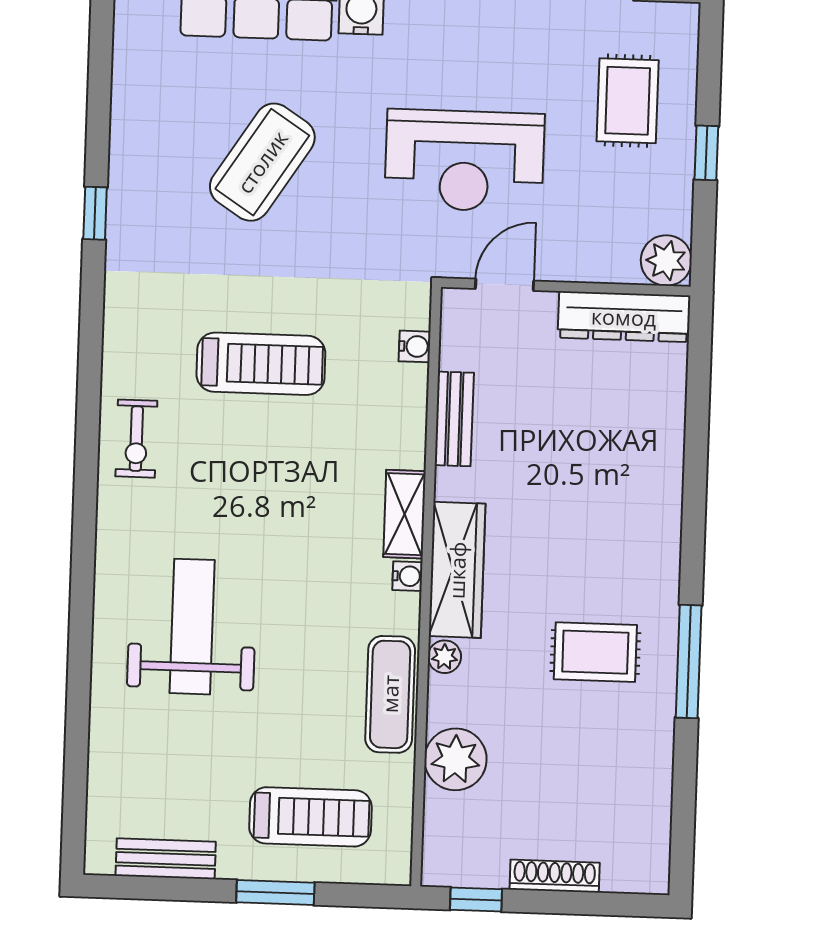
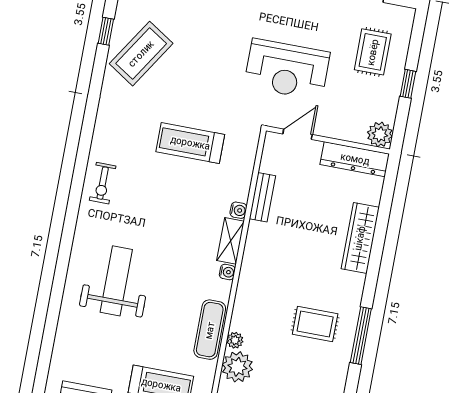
coffee table: (262, 162) -> (141, 54), moved
window: (95, 213) -> (106, 31), moved
water cooler: (415, 346) -> (238, 210), moved
treadmill: (261, 364) -> (190, 143), moved, turned 180
wardrobe: (457, 570) -> (360, 238), moved, turned 180
plant: (444, 657) -> (235, 340), moved

